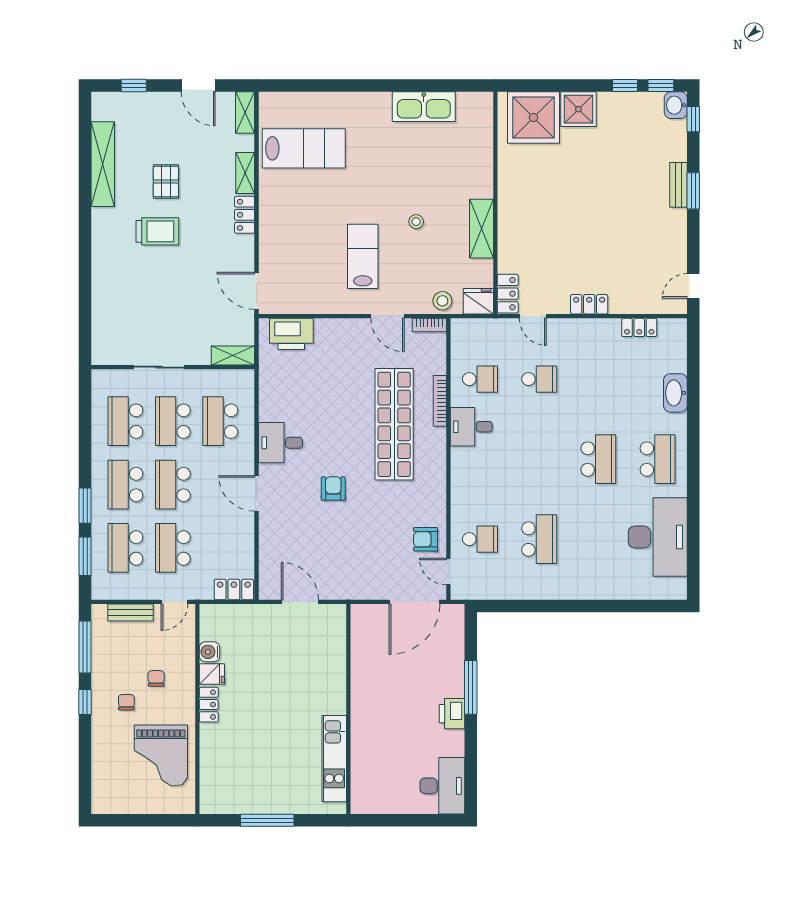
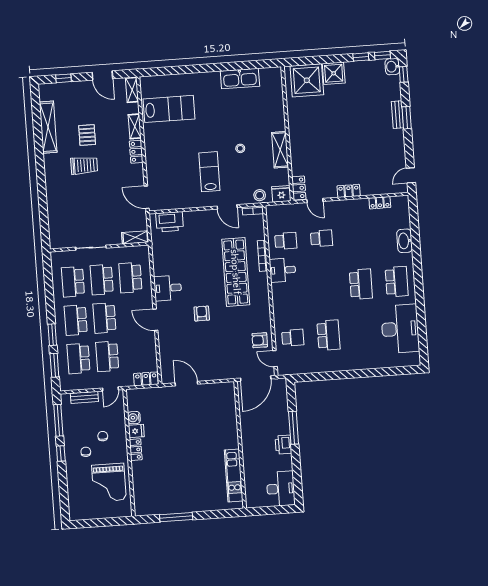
wall: (348, 709) -> (240, 445), moved
kitchen unit: (334, 759) -> (234, 475), moved

